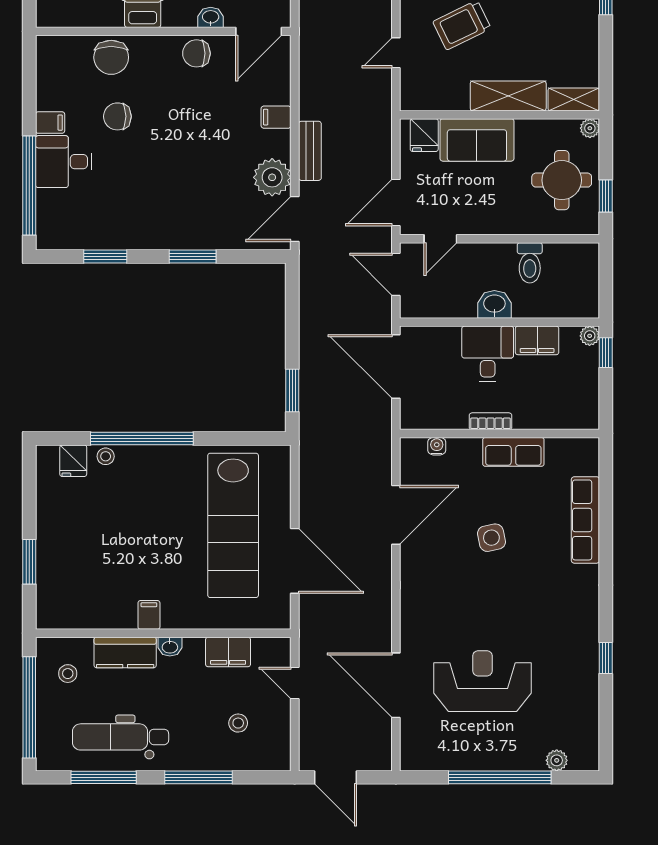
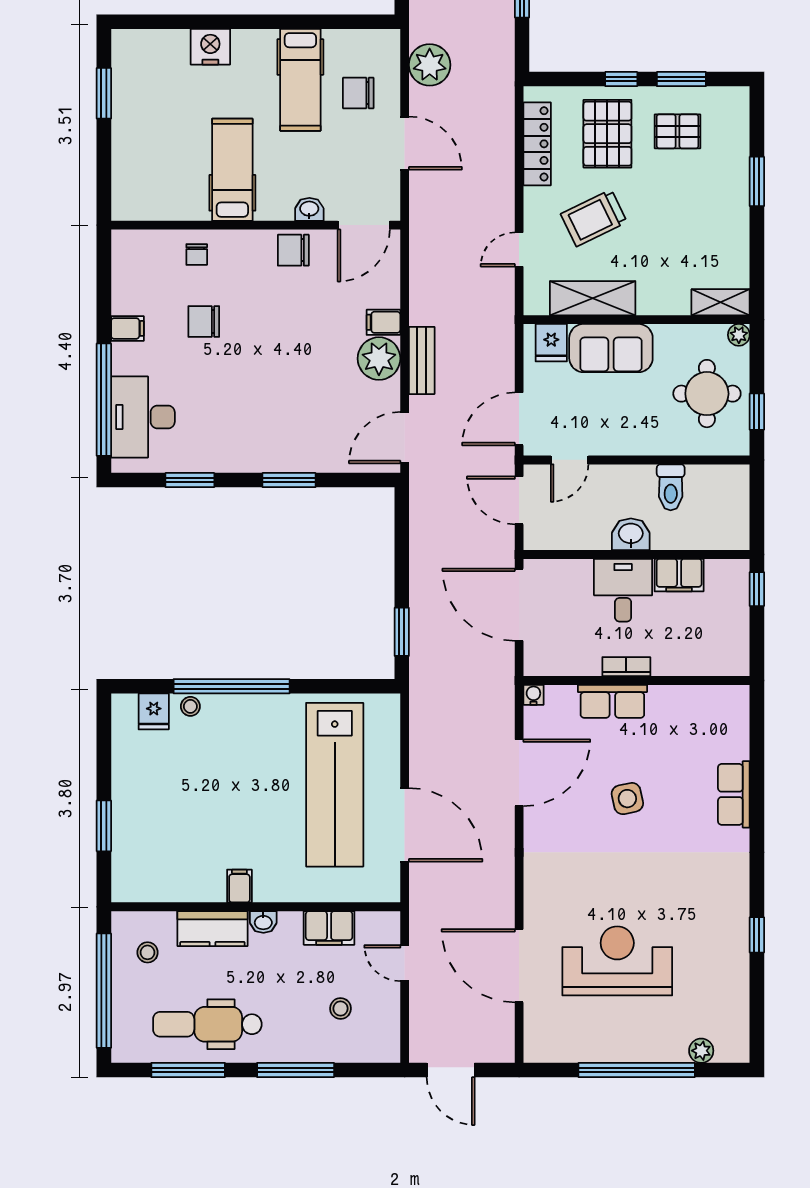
chair: (111, 57) -> (197, 255), width x0.54, depth x0.54
shelving: (508, 96) -> (593, 298), moved
desk: (64, 162) -> (143, 417), moved, width x1.37
plant: (272, 177) -> (379, 359), moved
plant: (590, 336) -> (739, 570), removed
water cooler: (437, 446) -> (533, 695), moved
row of seats: (513, 452) -> (612, 701), moved
row of seats: (585, 520) -> (734, 794), width x0.68

